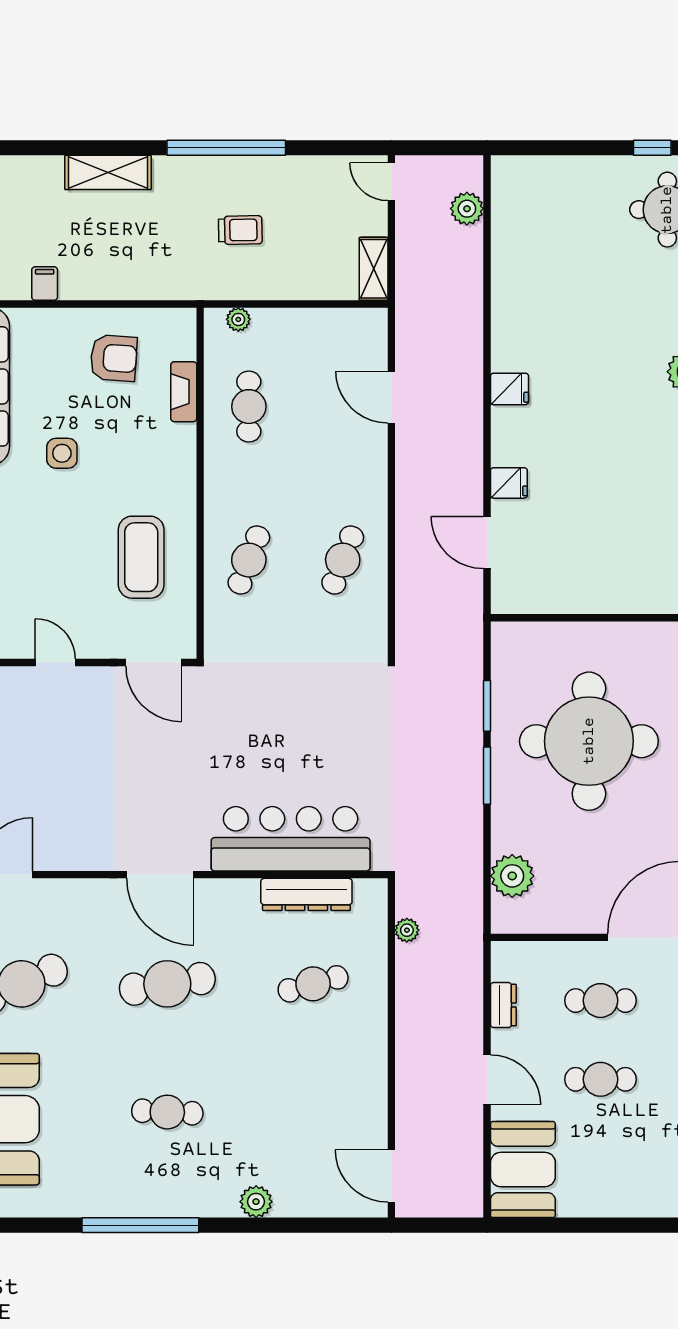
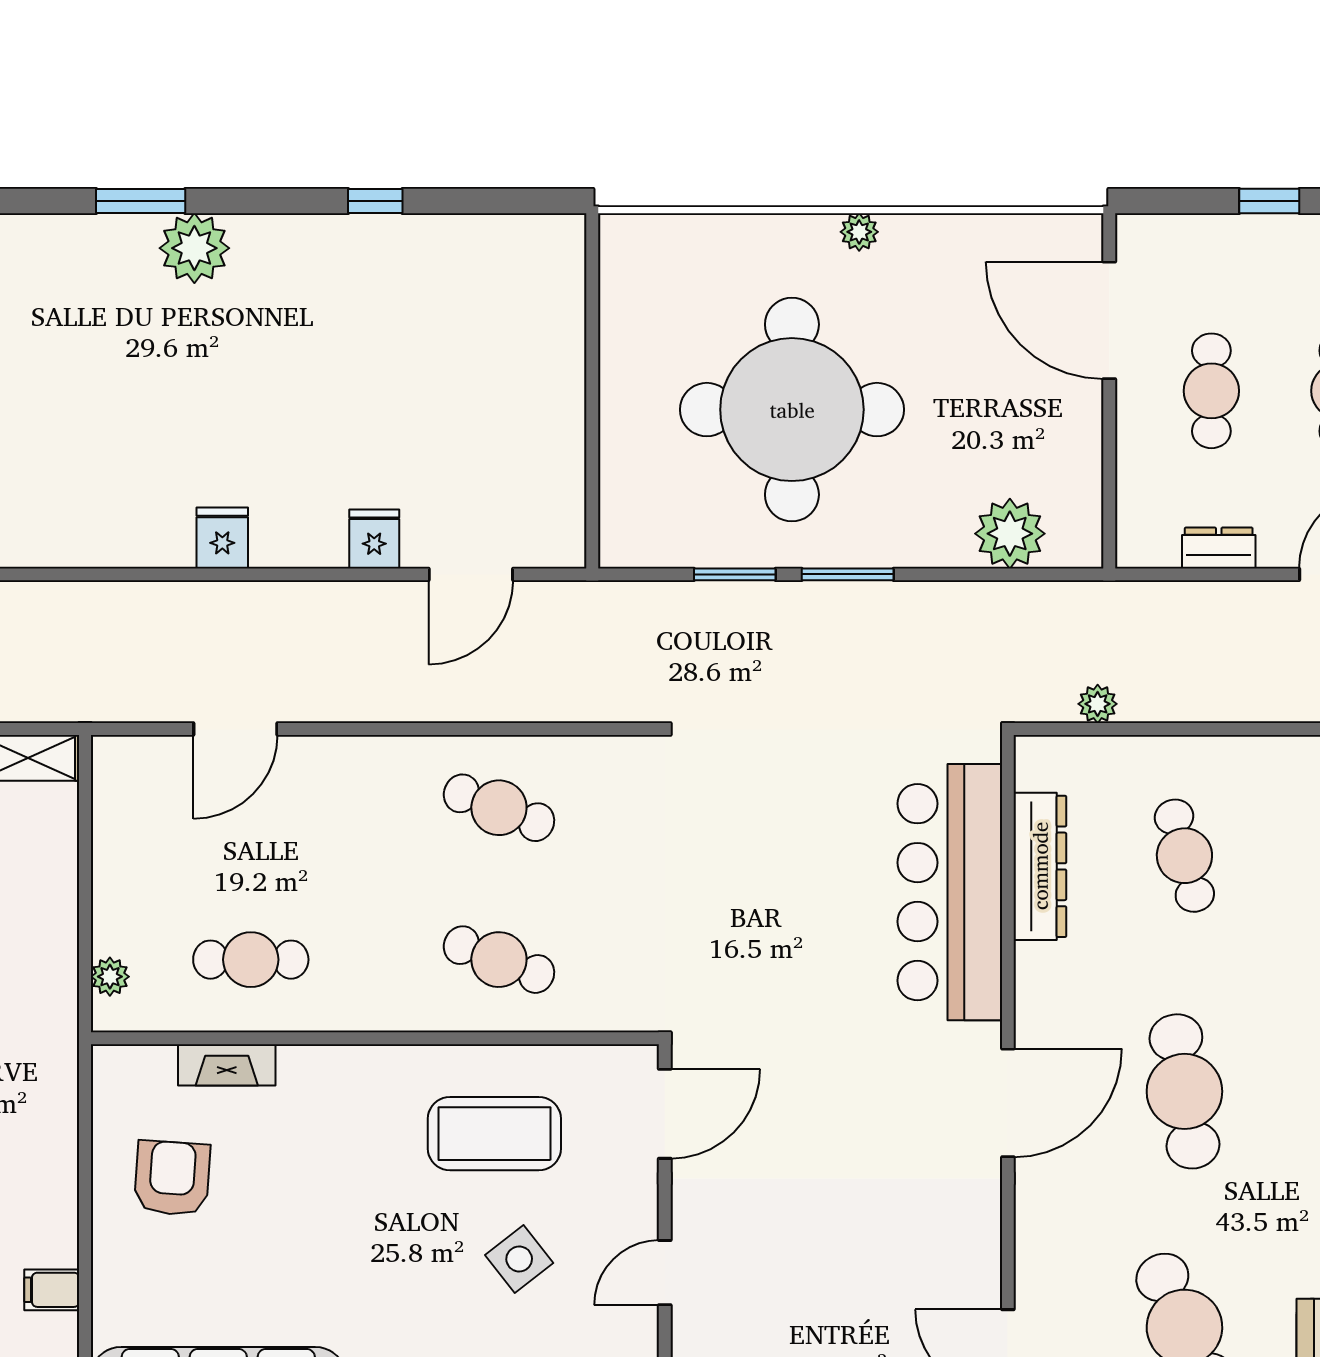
side table: (62, 453) -> (519, 1259), moved, turned -38

